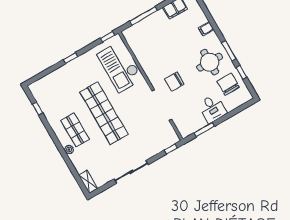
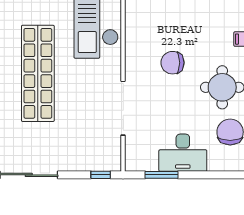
chair: (174, 82) -> (172, 63), moved
desk: (212, 109) -> (183, 153), width x1.37

